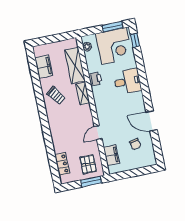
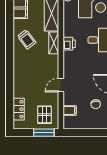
printer: (95, 79) -> (69, 44), moved
filing cabinet: (111, 155) -> (70, 110), width x0.50

